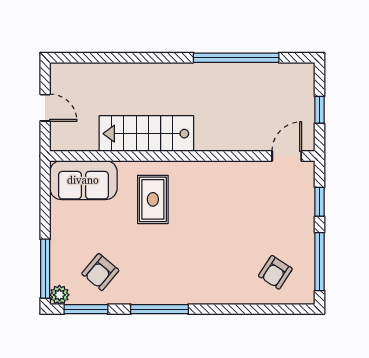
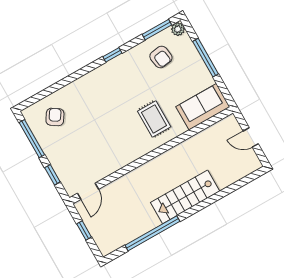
stairs: (146, 134) -> (185, 197), moved, turned 180
window: (45, 269) -> (205, 58), moved
armchair: (100, 272) -> (161, 57), turned 132
window: (160, 309) -> (112, 55), width x0.46

